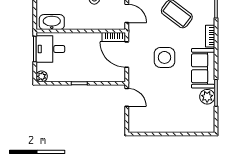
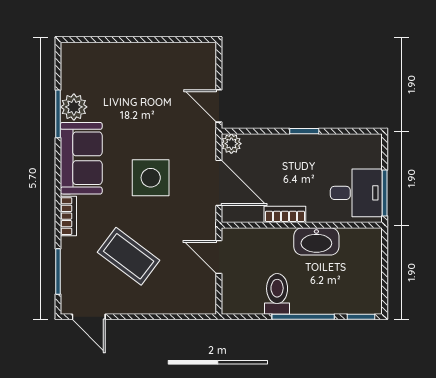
washbasin: (52, 22) -> (316, 241), moved
bookcase: (114, 37) -> (285, 214), moved
plant: (42, 76) -> (231, 144), moved

